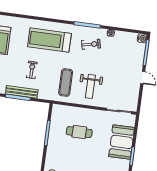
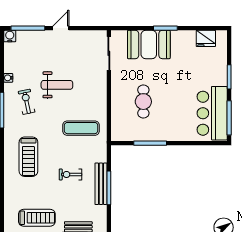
treadmill: (49, 40) -> (28, 157), width x0.73, depth x0.73
weight bench: (90, 86) -> (57, 85), moved

